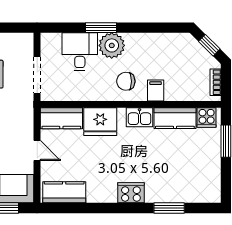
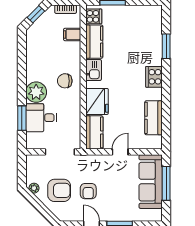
window: (101, 28) -> (22, 118), moved
chair: (126, 81) -> (65, 81), turned 90
filing cabinet: (156, 90) -> (72, 34), moved
kitchen counter: (64, 192) -> (154, 118), moved

